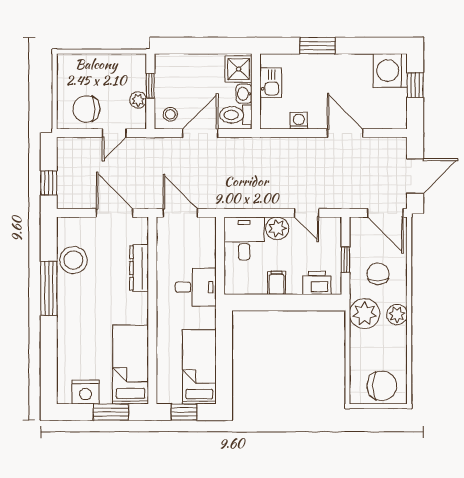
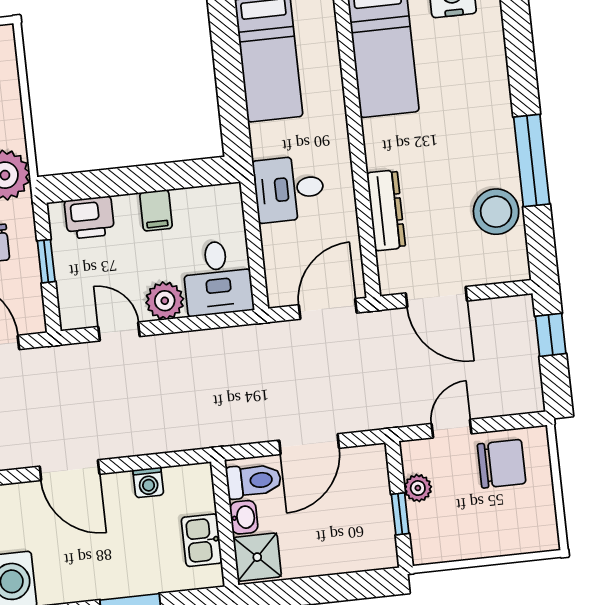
stool: (170, 114) -> (362, 470), removed
door: (180, 213) -> (328, 309), swing flipped

